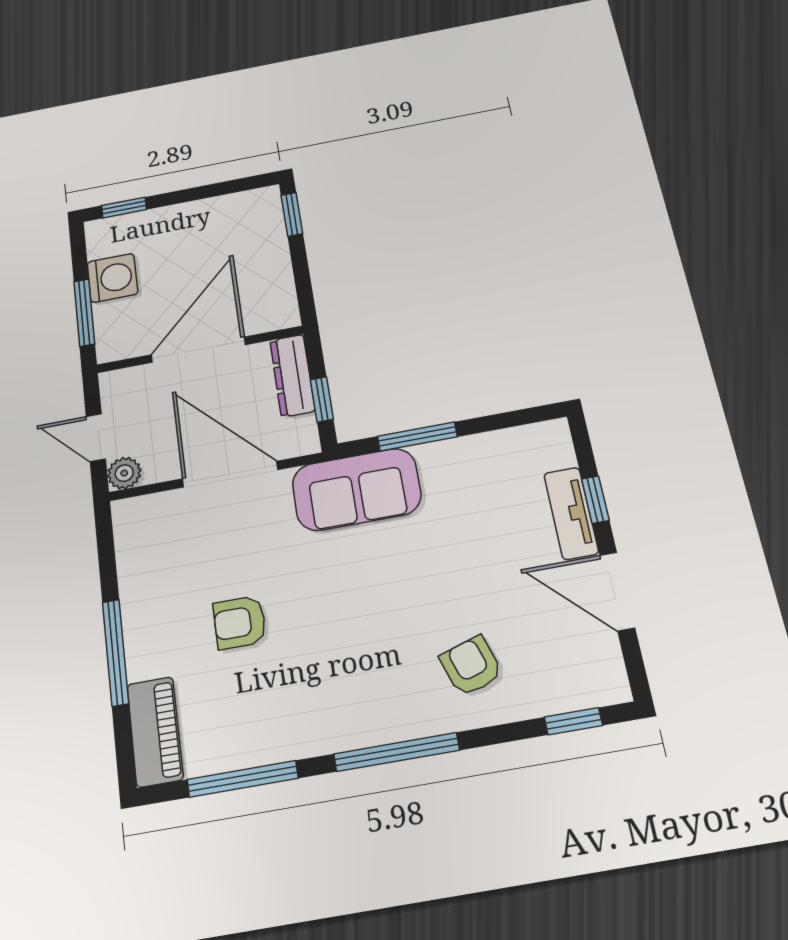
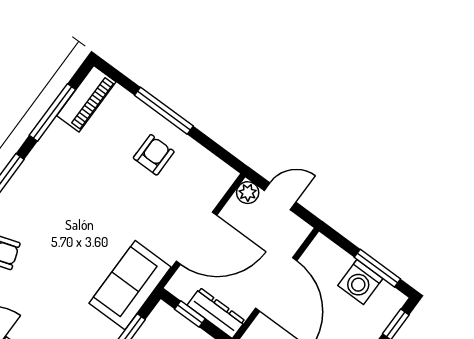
window: (84, 313) -> (377, 268), moved
armchair: (240, 622) -> (154, 155), moved
piano: (155, 732) -> (86, 99), moved, turned -90

